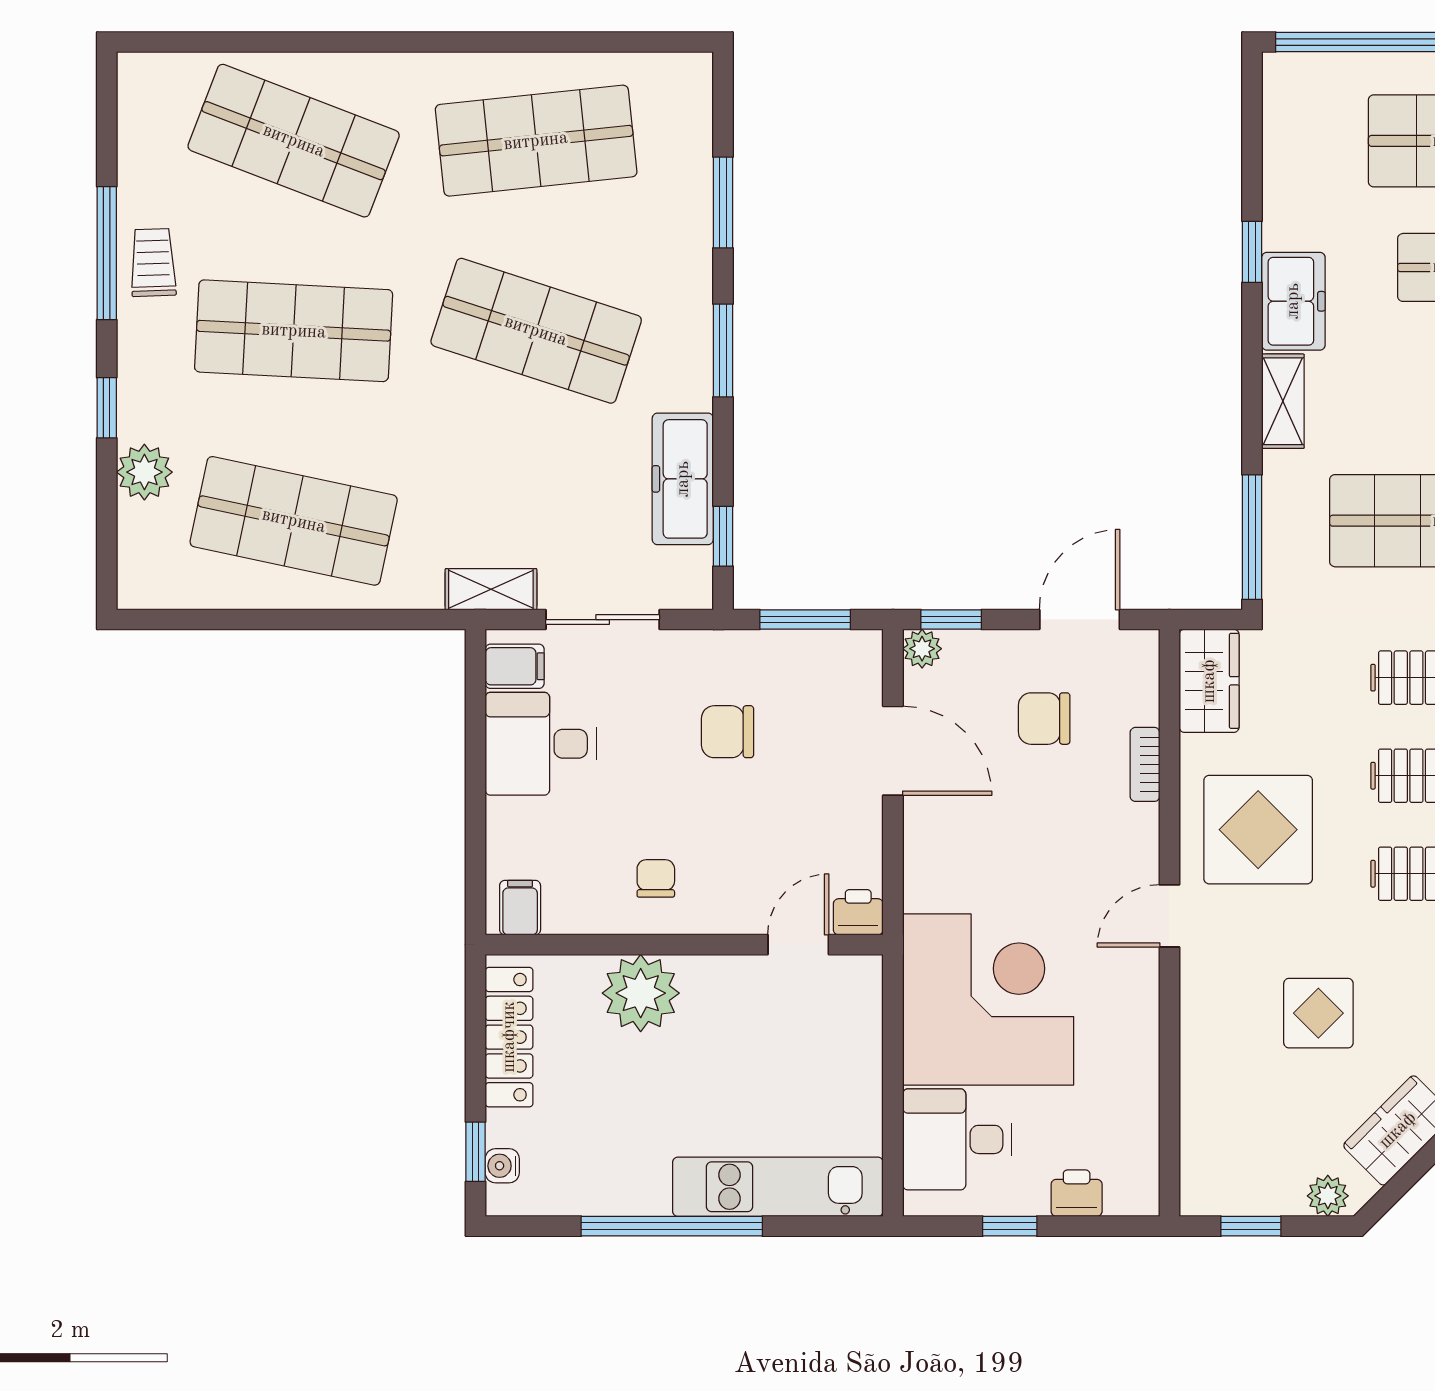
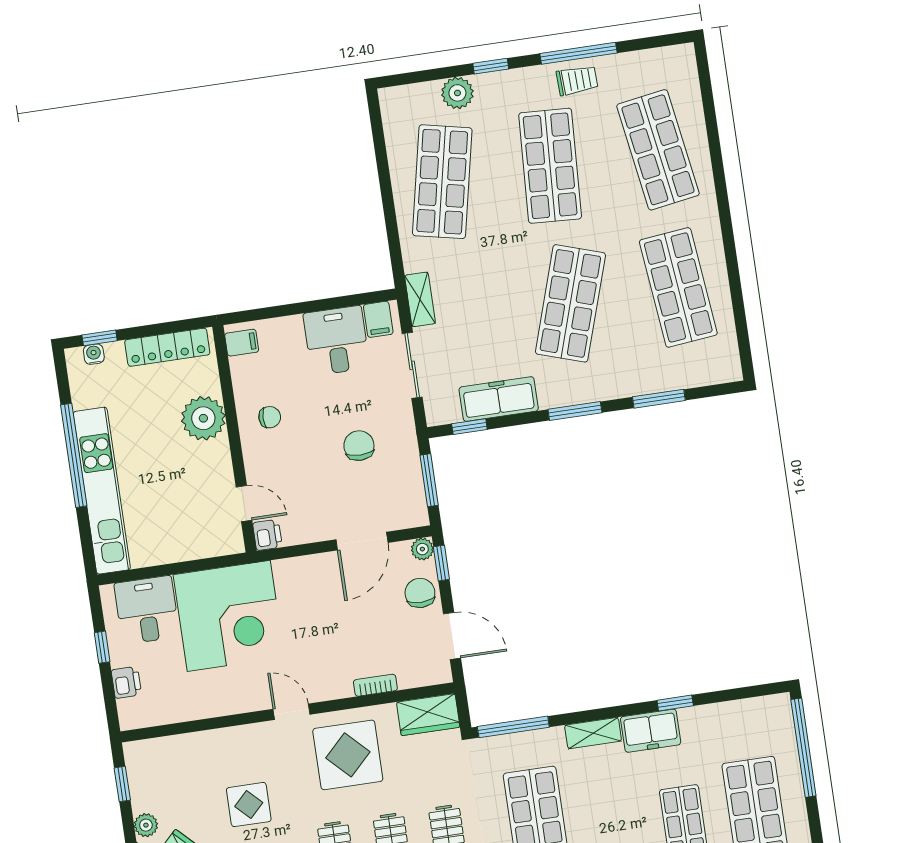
shop shelf: (294, 141) -> (658, 150), turned -30
chair: (1044, 719) -> (420, 593), moved
kitchen unit: (778, 1187) -> (102, 491), width x1.36

